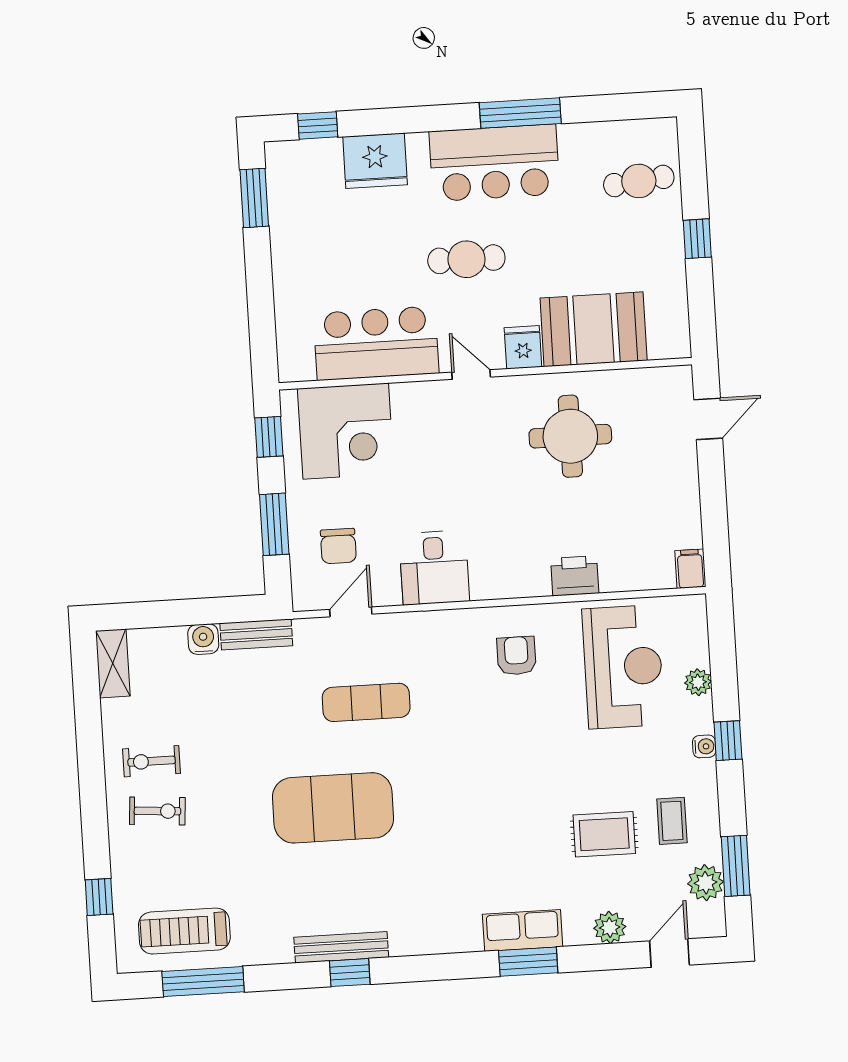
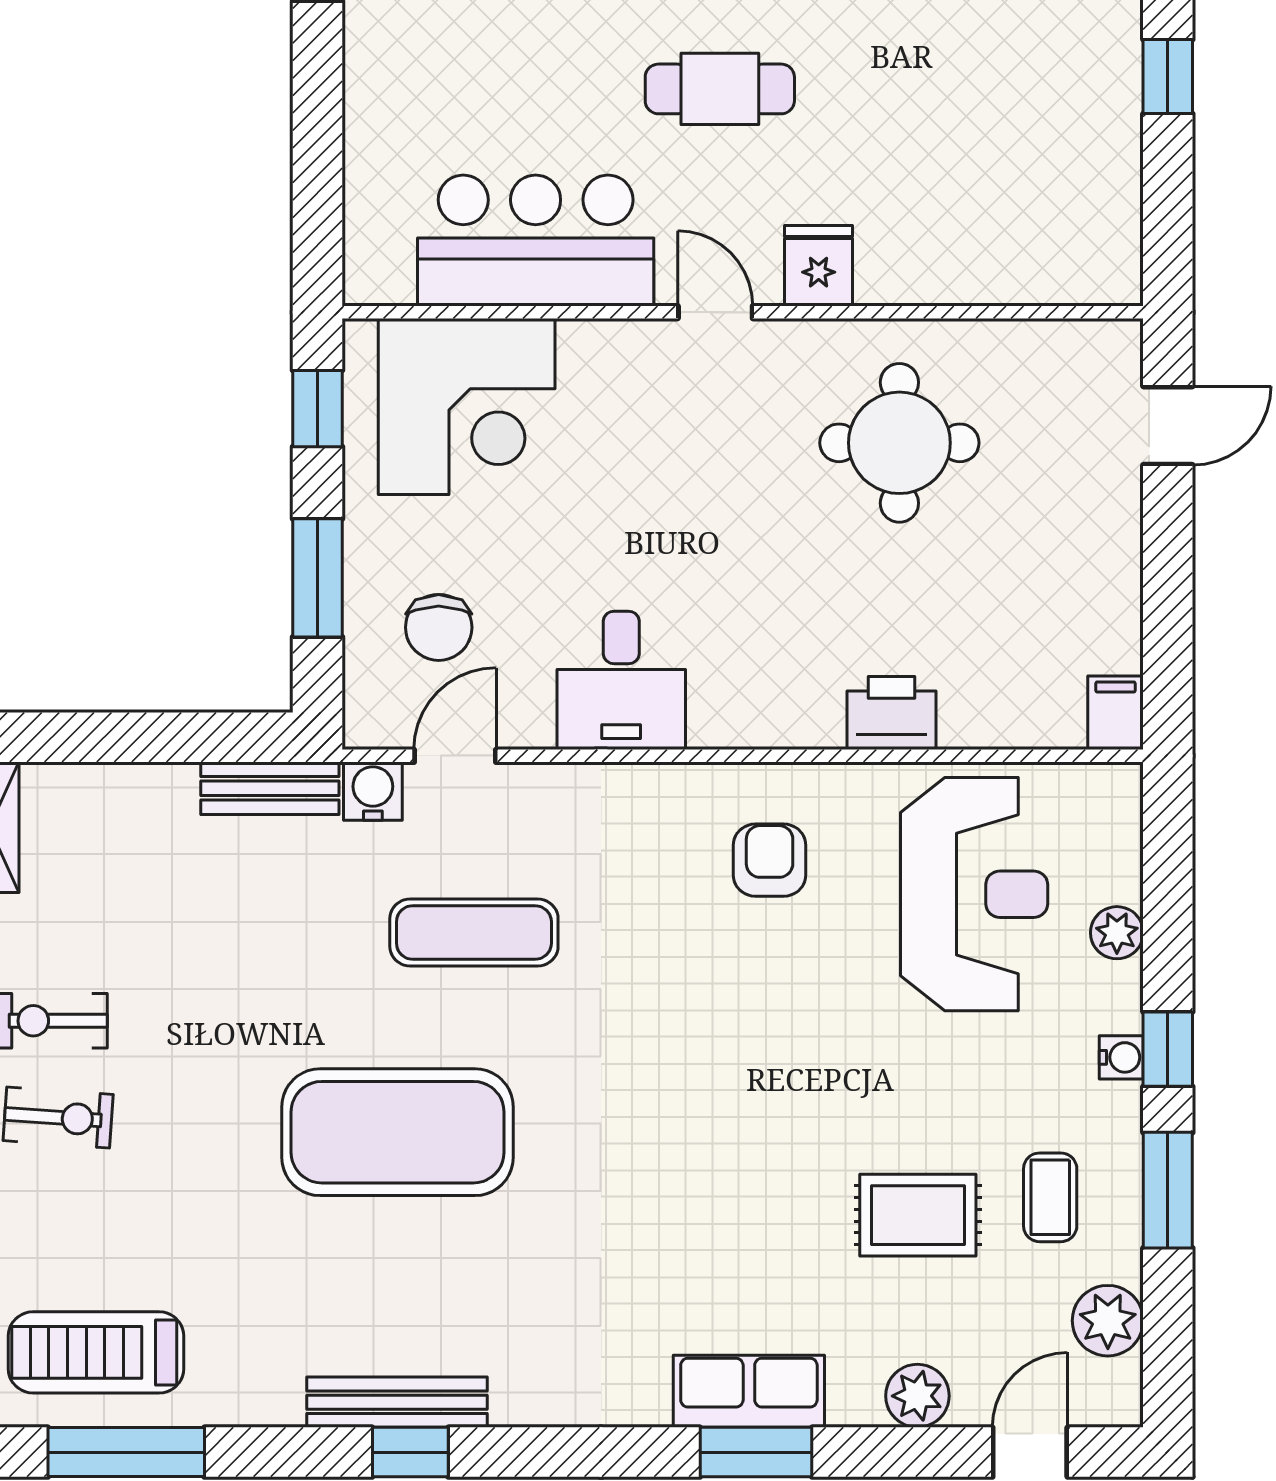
booth: (594, 329) -> (957, 239), removed
water cooler: (203, 639) -> (373, 791), moved
window: (736, 866) -> (1168, 1190), moved

